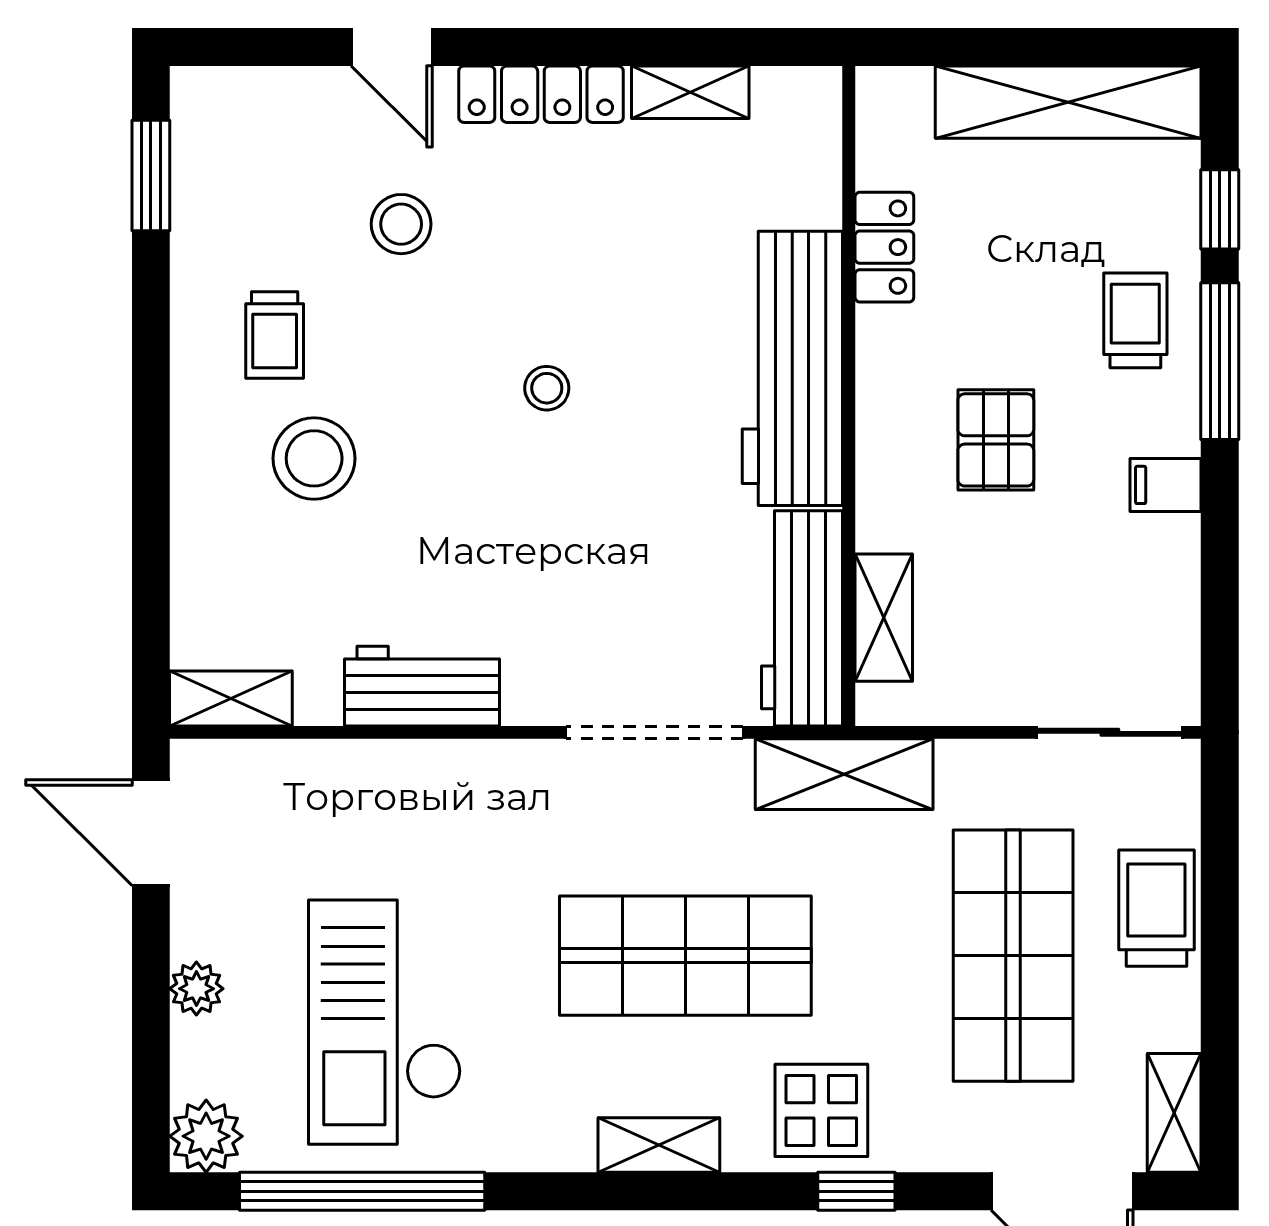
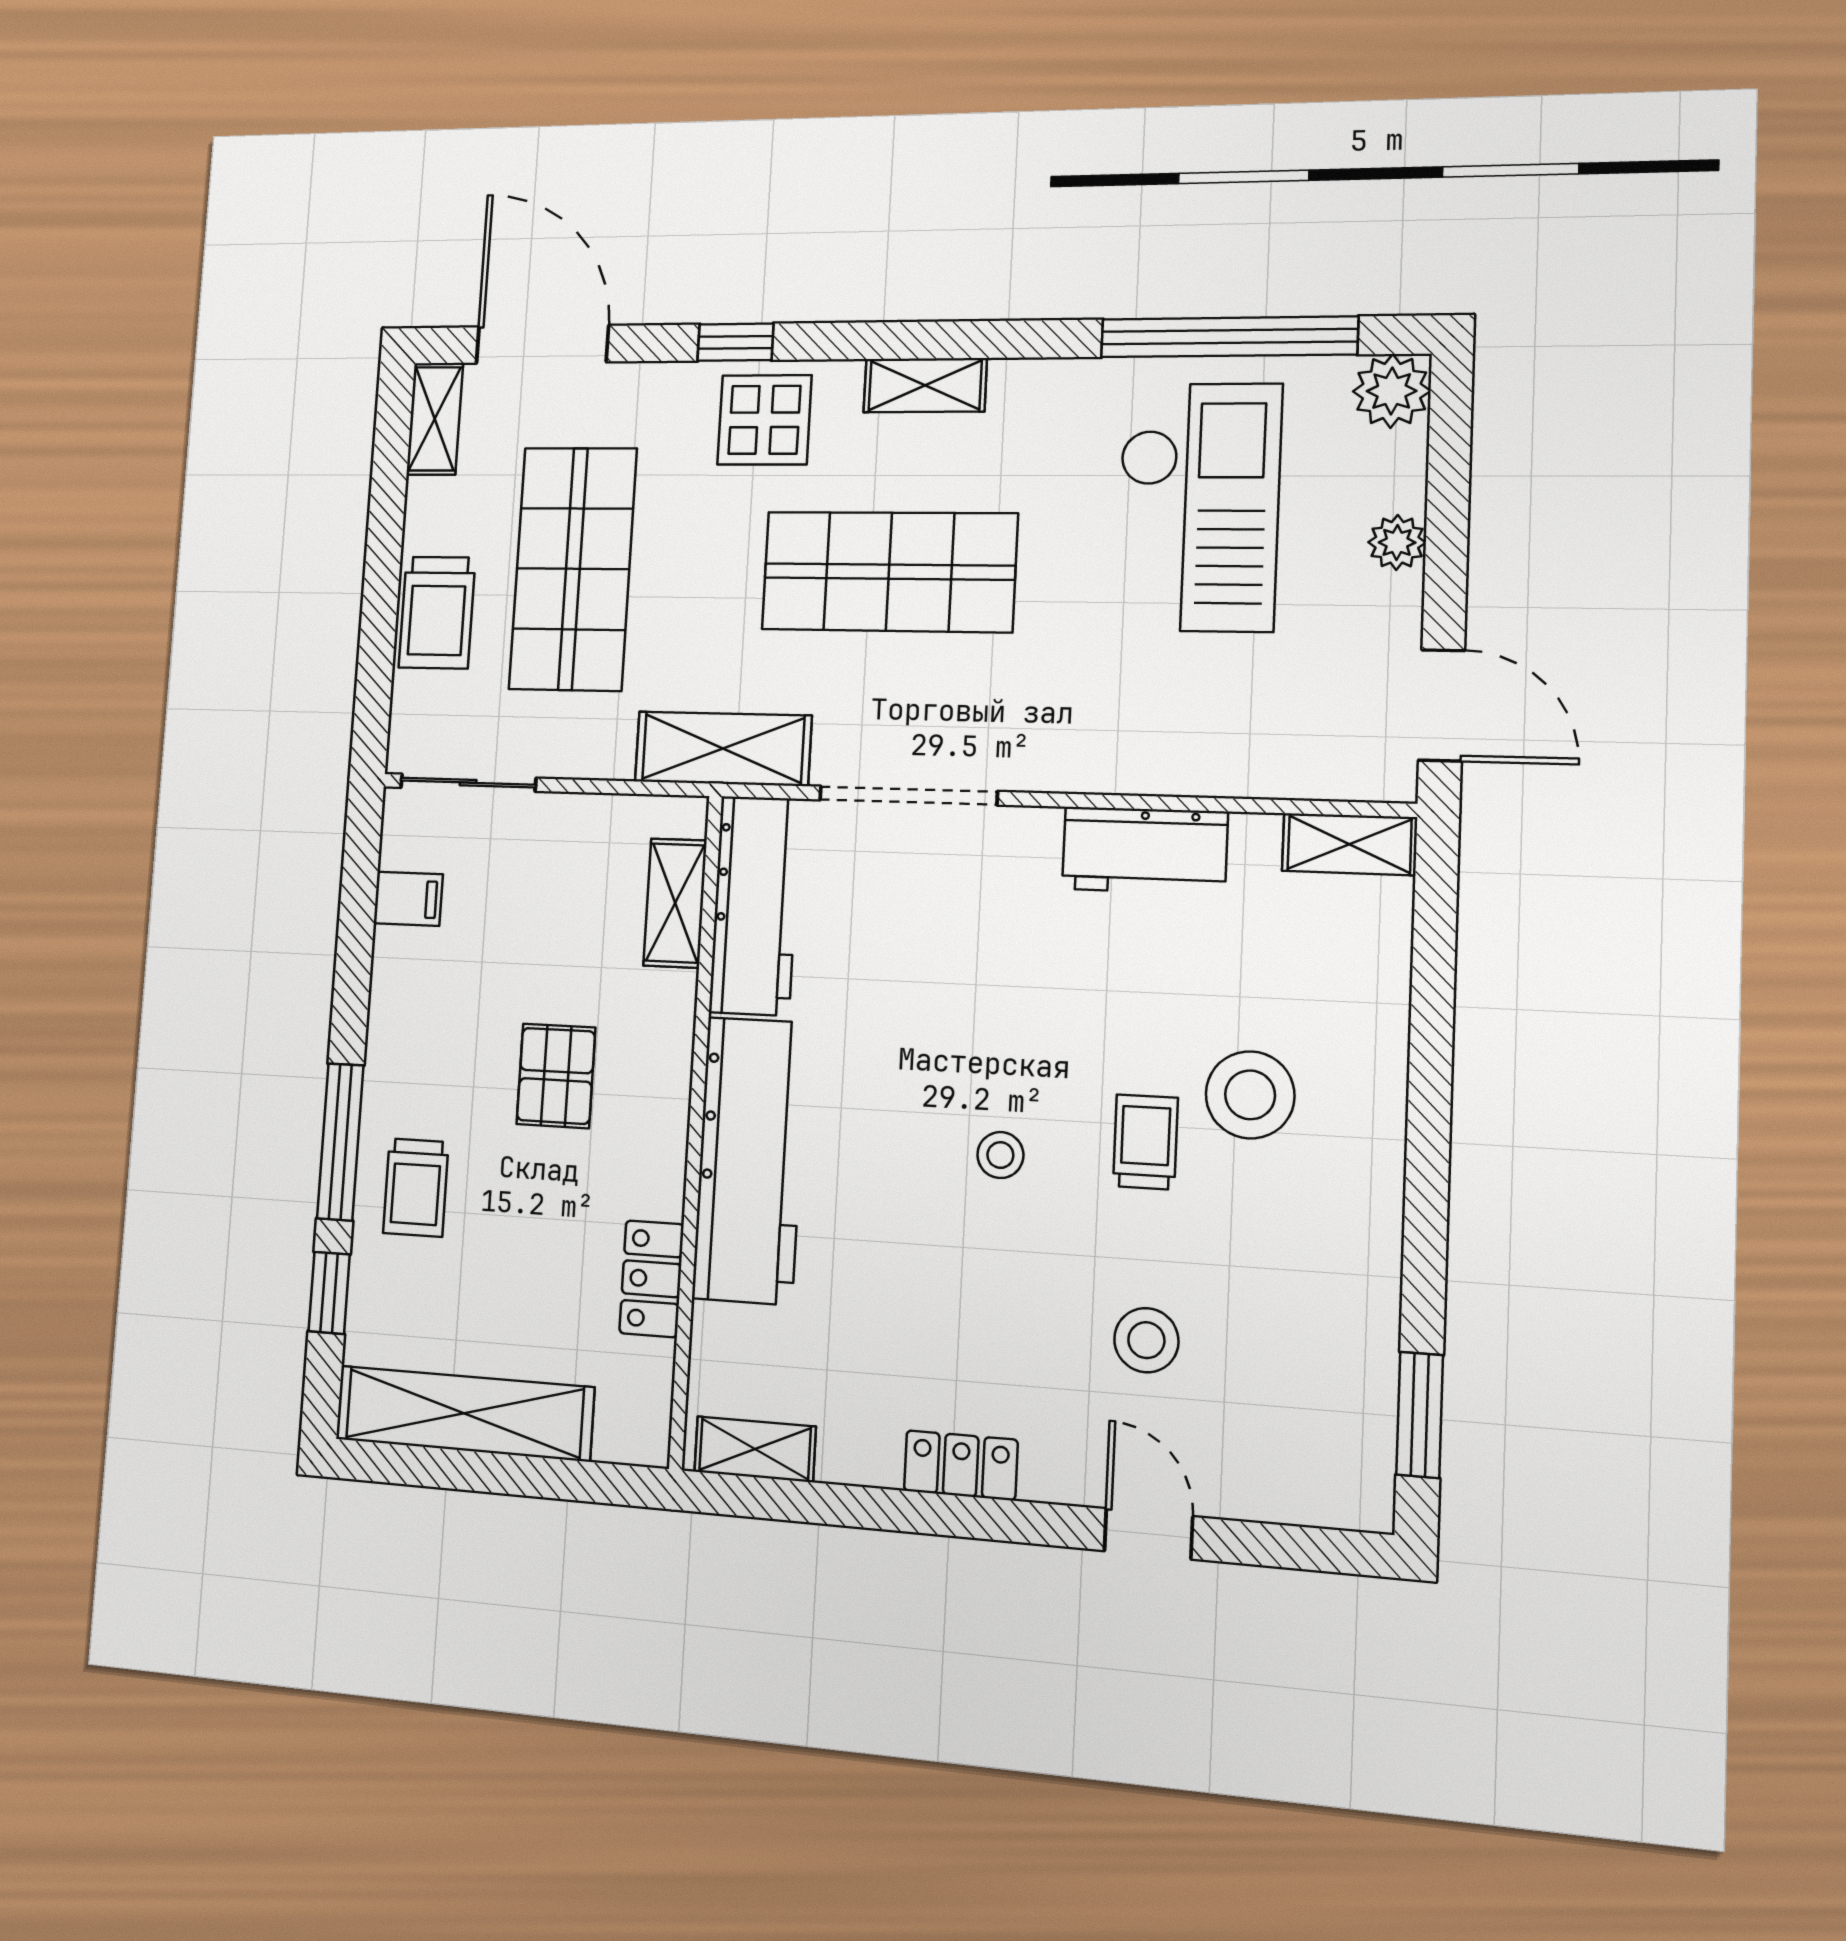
shelving: (690, 92) -> (755, 1449), moved
locker: (541, 94) -> (961, 1465), width x0.66
trolley: (275, 335) -> (1145, 1142), moved
filing cabinet: (1165, 485) -> (408, 899), moved

